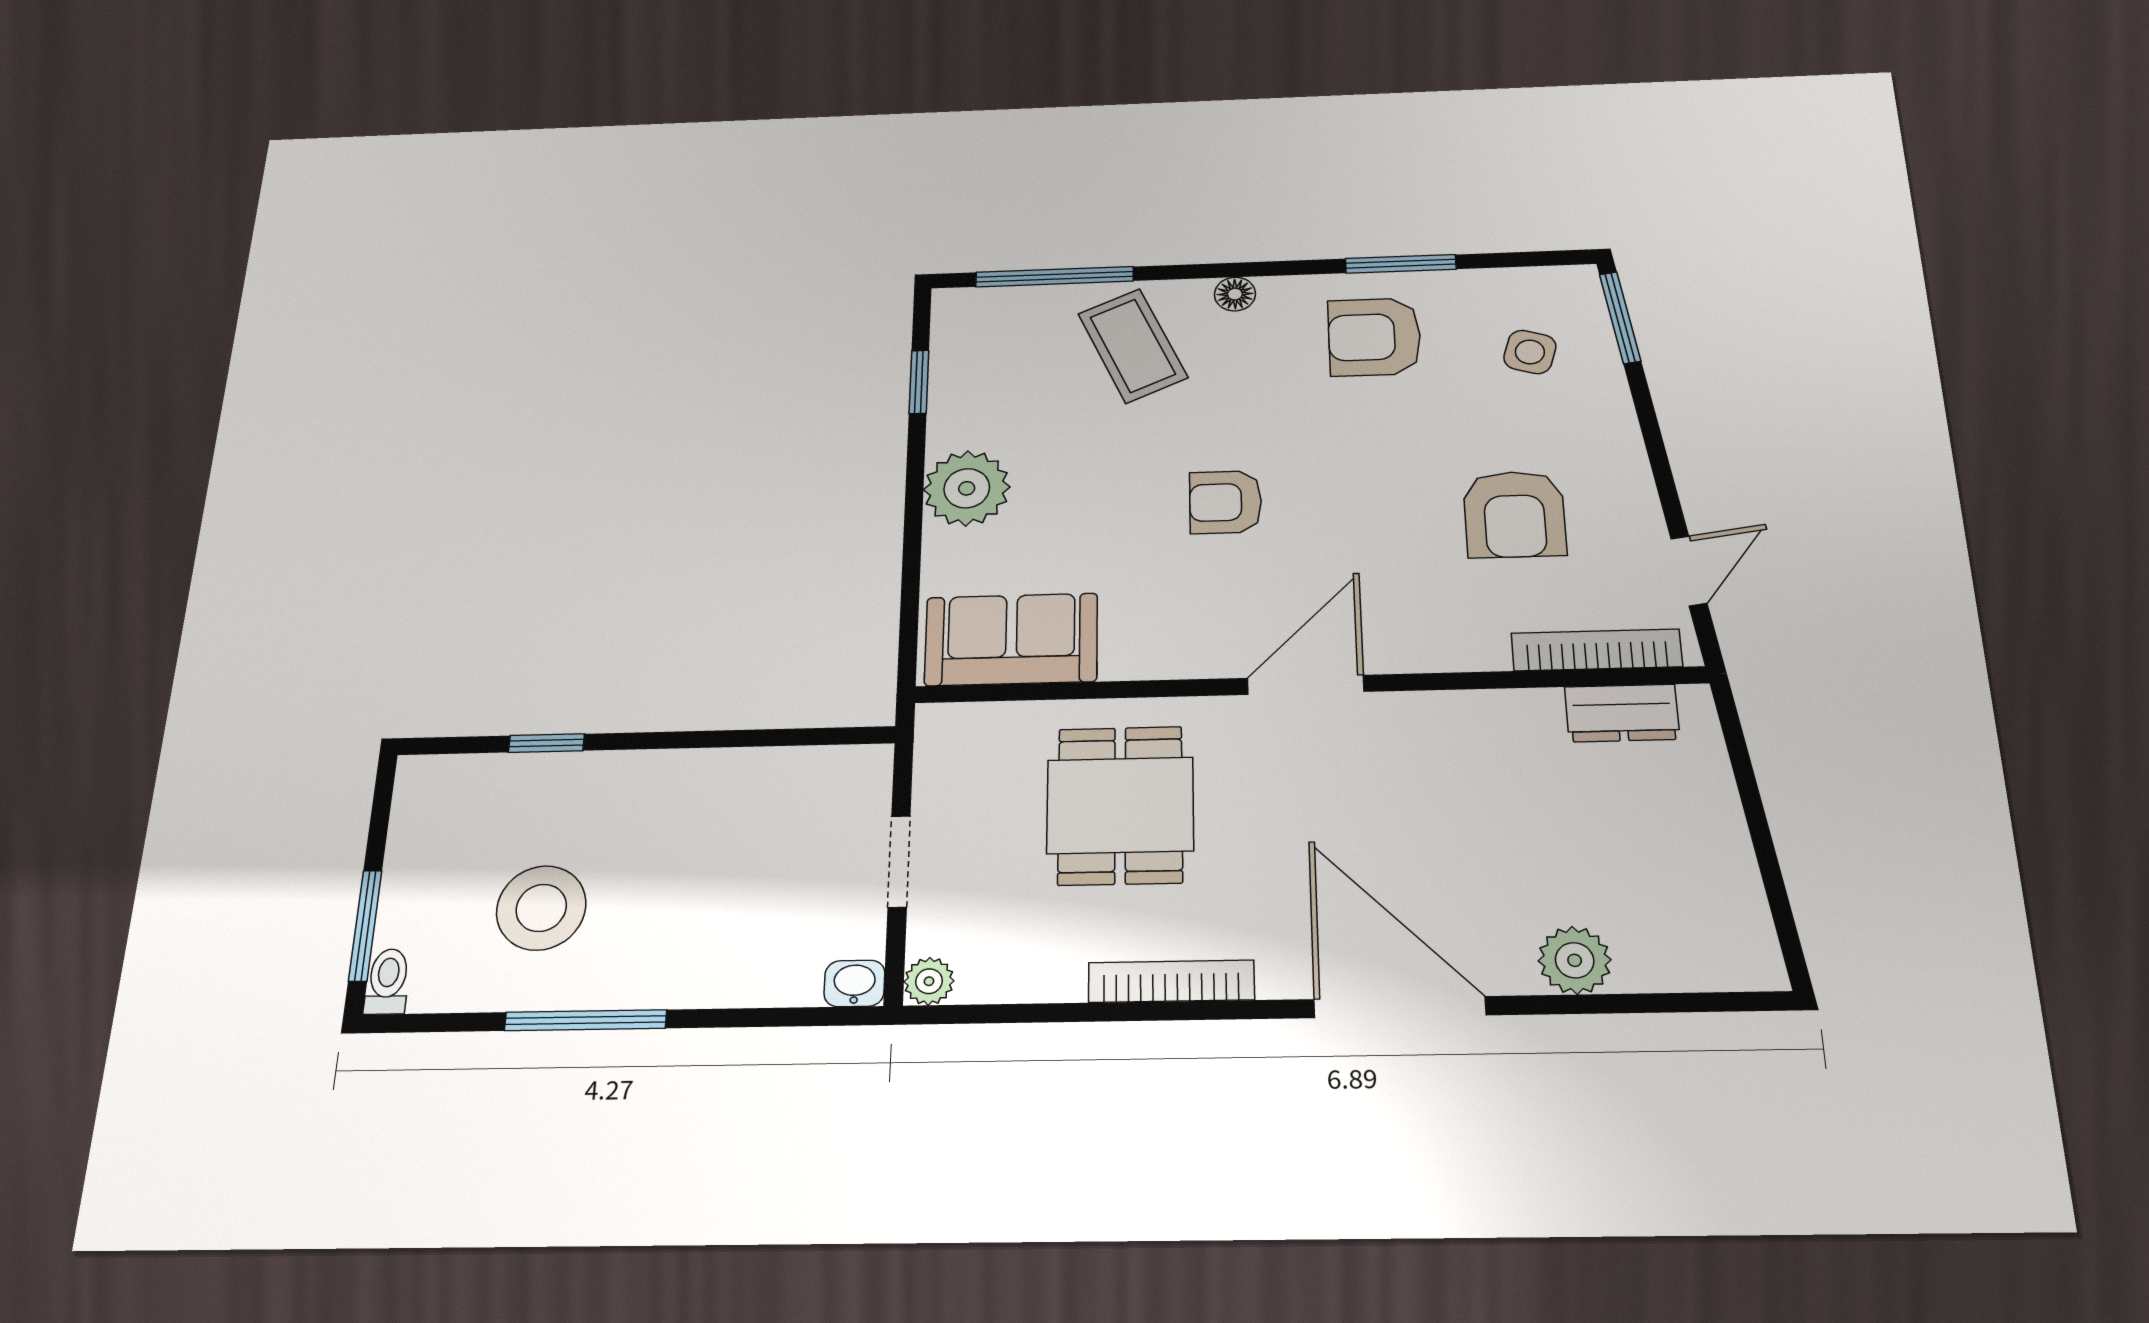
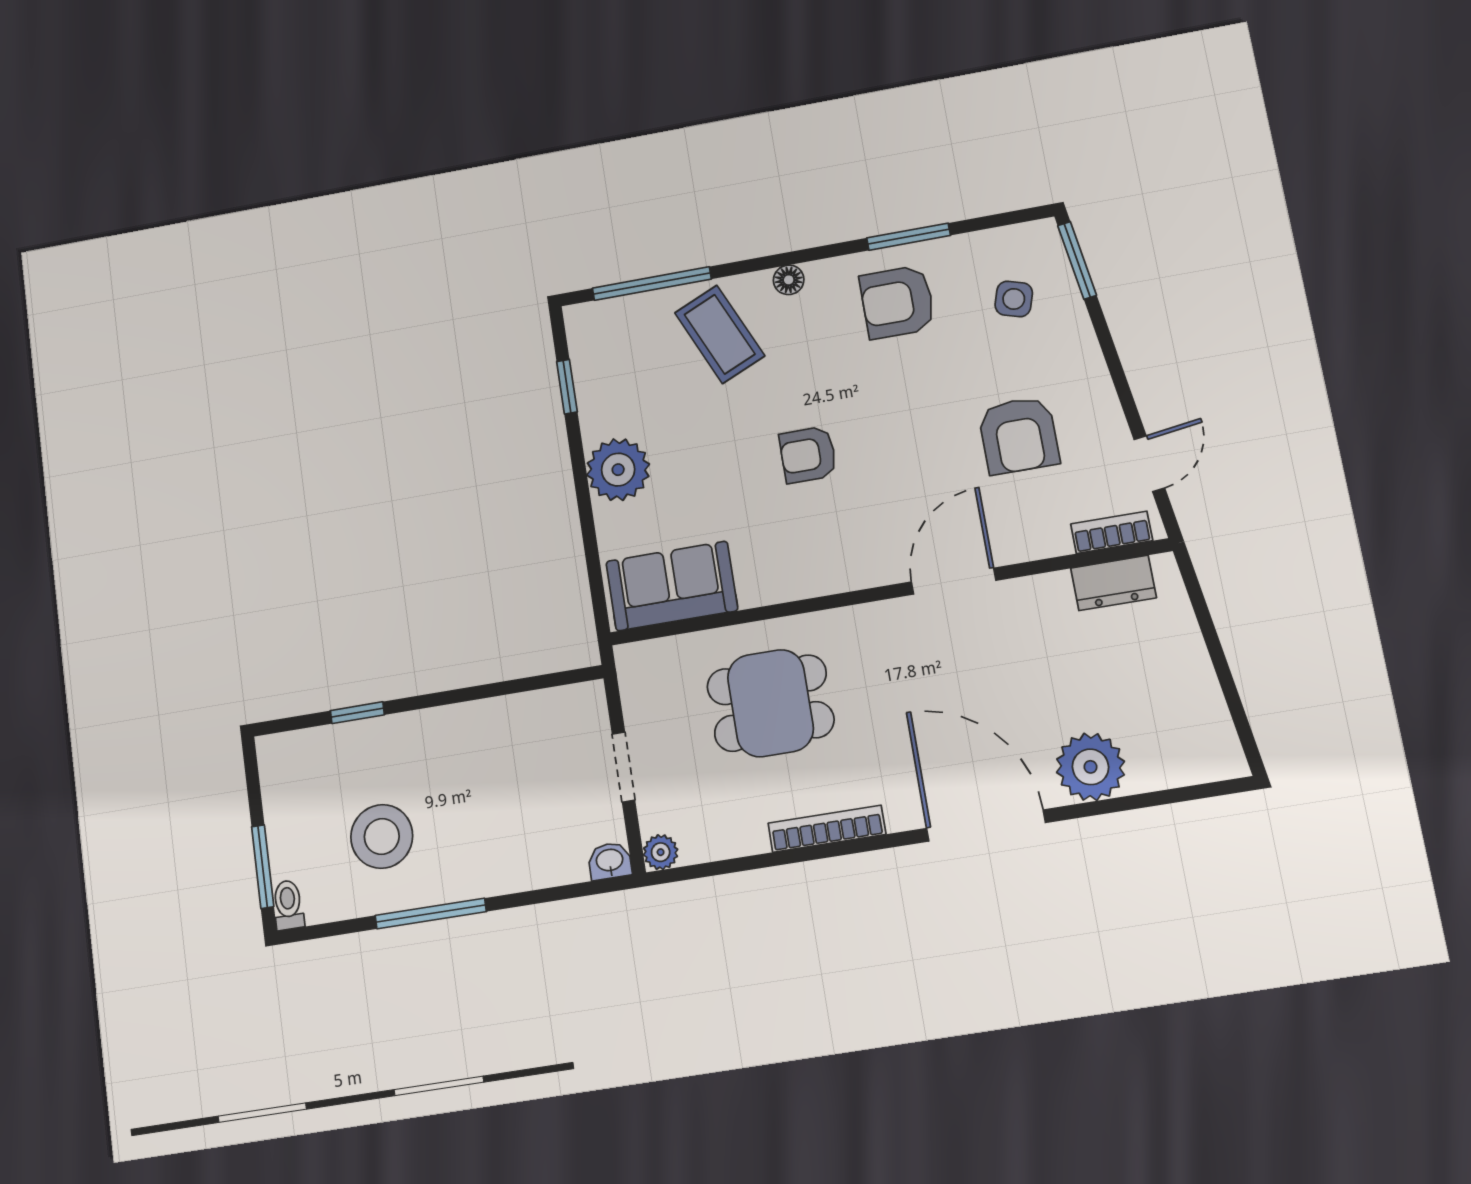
bookcase: (1597, 650) -> (1112, 532), width x0.64
door: (1306, 685) -> (954, 581), moved
dining table: (1120, 805) -> (770, 703), turned 90
plant: (1575, 960) -> (1090, 767), width x1.36, depth x1.36

